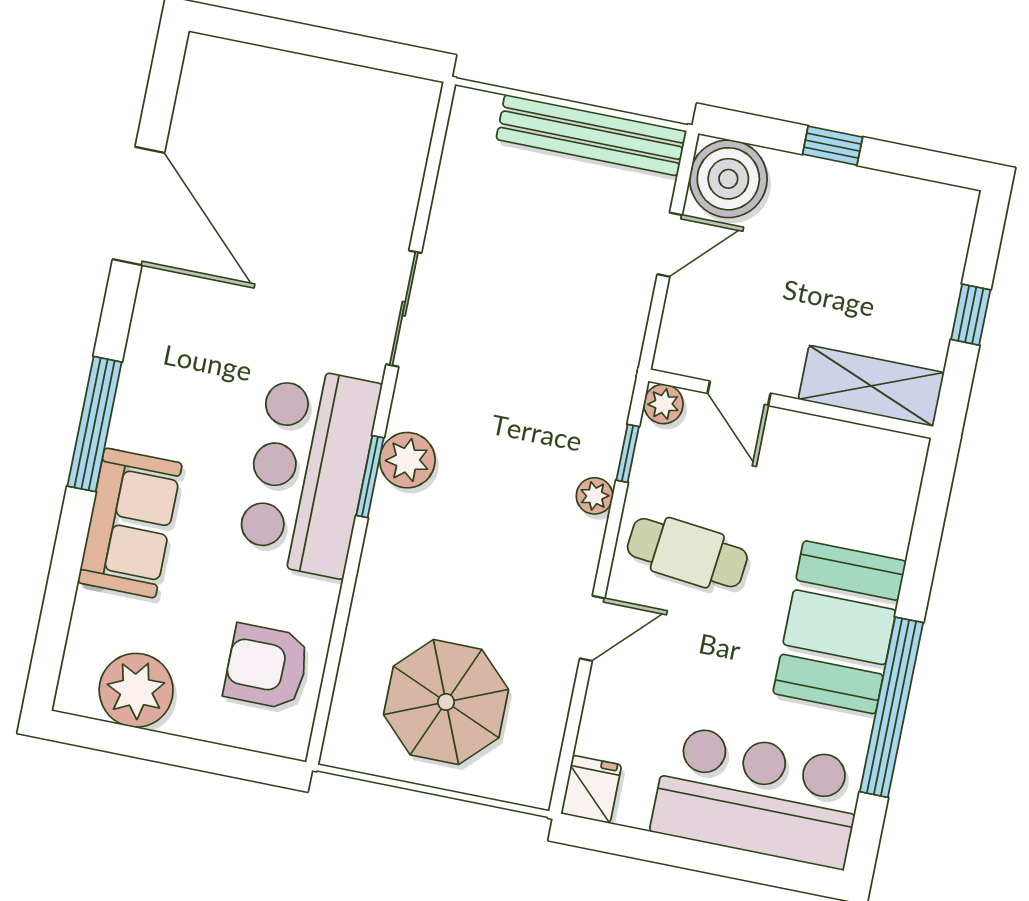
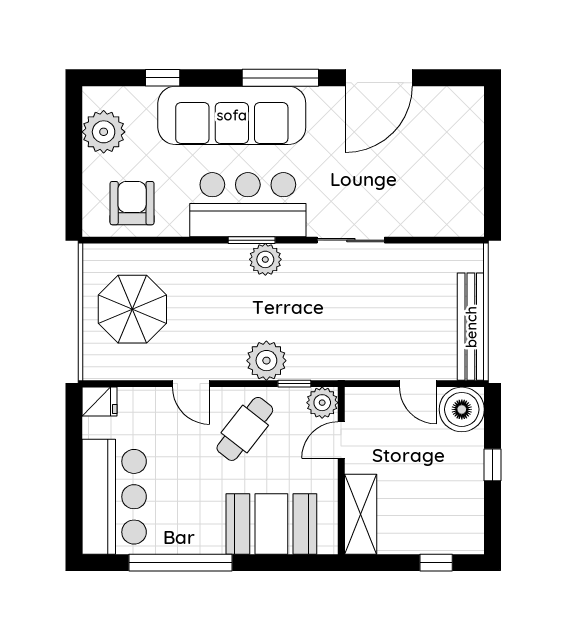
window: (971, 315) -> (436, 563), moved
plant: (663, 404) -> (322, 403), width x1.38, depth x1.38
window: (95, 424) -> (280, 78), moved
plant: (595, 496) -> (266, 361), width x1.88, depth x1.88
sofa: (130, 523) -> (232, 115), width x1.85, depth x1.27
cafe table: (687, 553) -> (245, 429), turned 32
window: (65, 572) -> (163, 78), added
booth: (840, 627) -> (271, 524), moved

